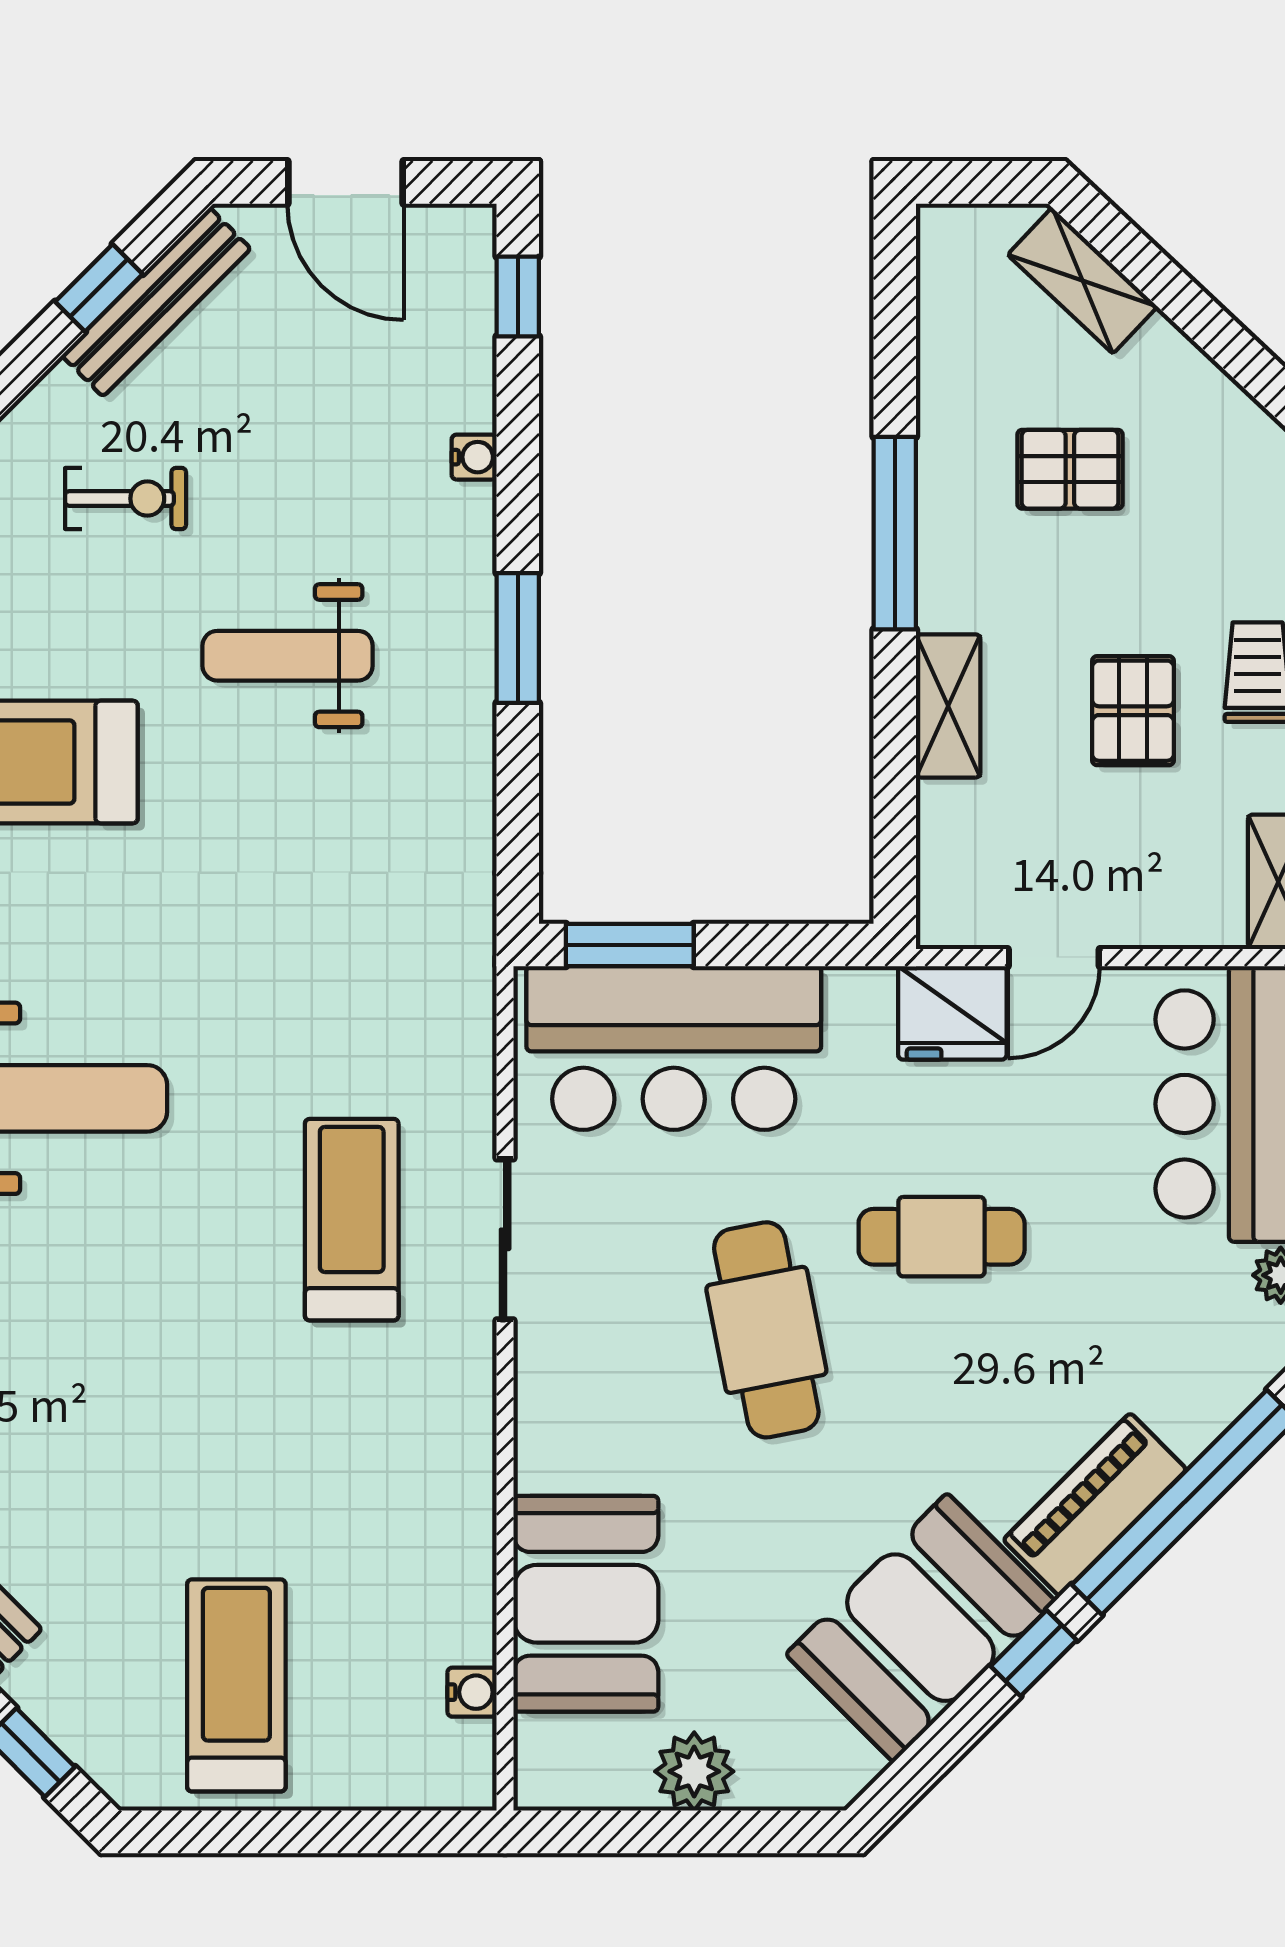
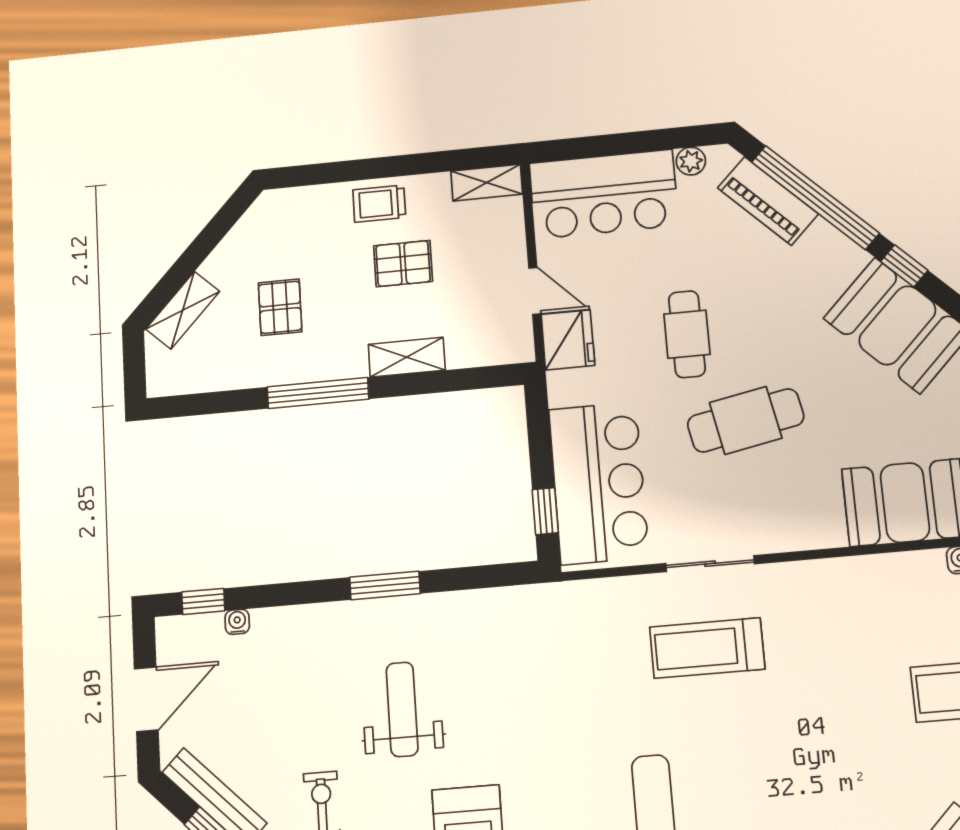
water cooler: (474, 457) -> (237, 622), moved
weight bench: (288, 656) -> (402, 709), turned 180
window: (630, 945) -> (545, 511), width x0.67
piano: (1095, 1505) -> (768, 201), moved

